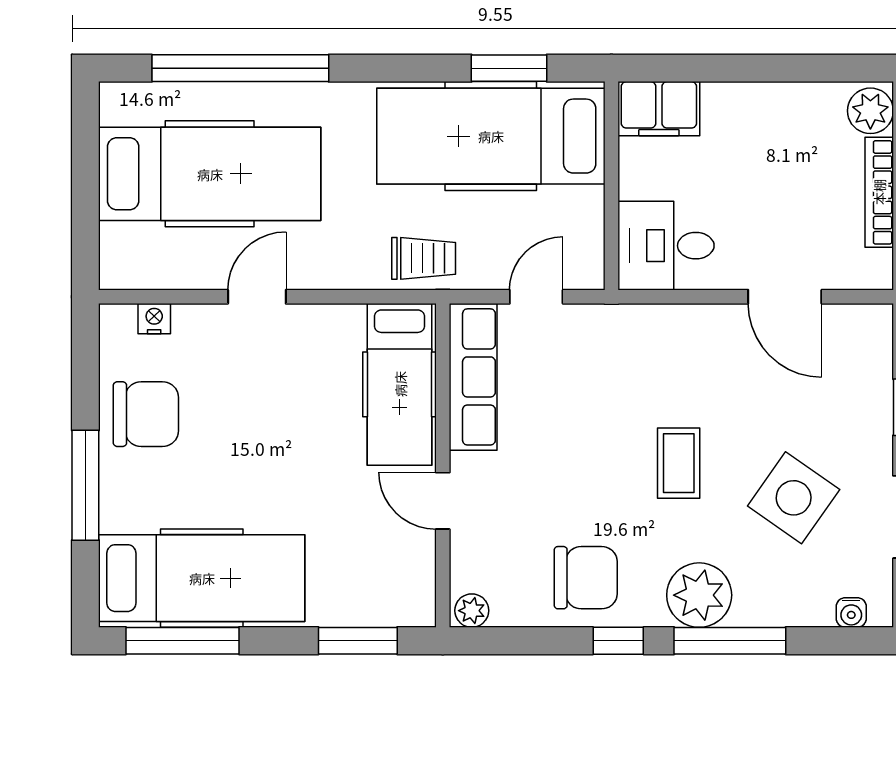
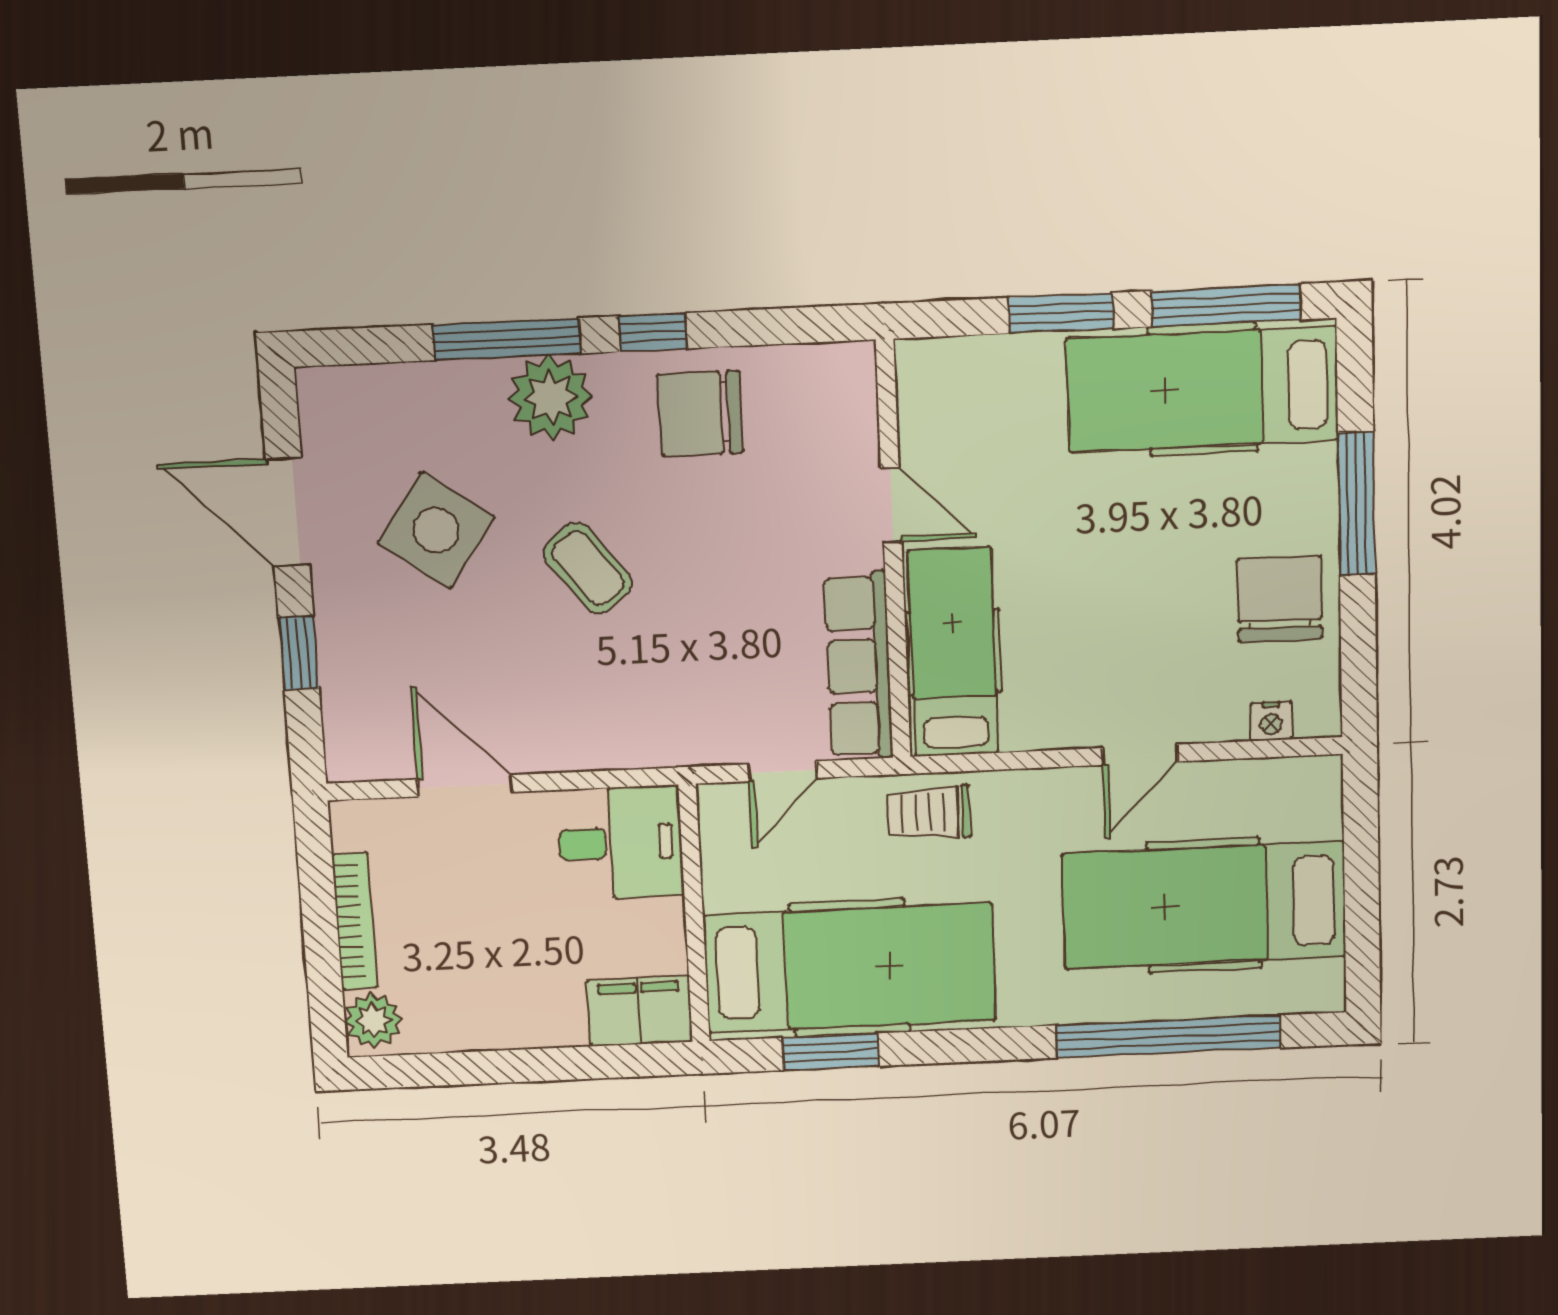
chair: (146, 414) -> (1279, 599), turned 90
coffee table: (679, 463) -> (588, 568), turned -38
plant: (472, 611) -> (847, 363), removed
water cooler: (851, 613) -> (350, 384), removed
window: (358, 641) -> (1061, 313), moved

